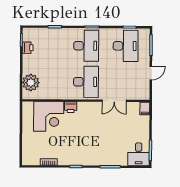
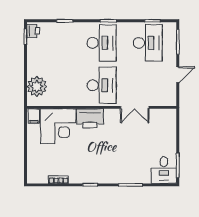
printer: (28, 48) -> (33, 31), moved
printer: (71, 107) -> (90, 118), width x1.87, depth x1.48
filing cabinet: (145, 108) -> (34, 116), moved

